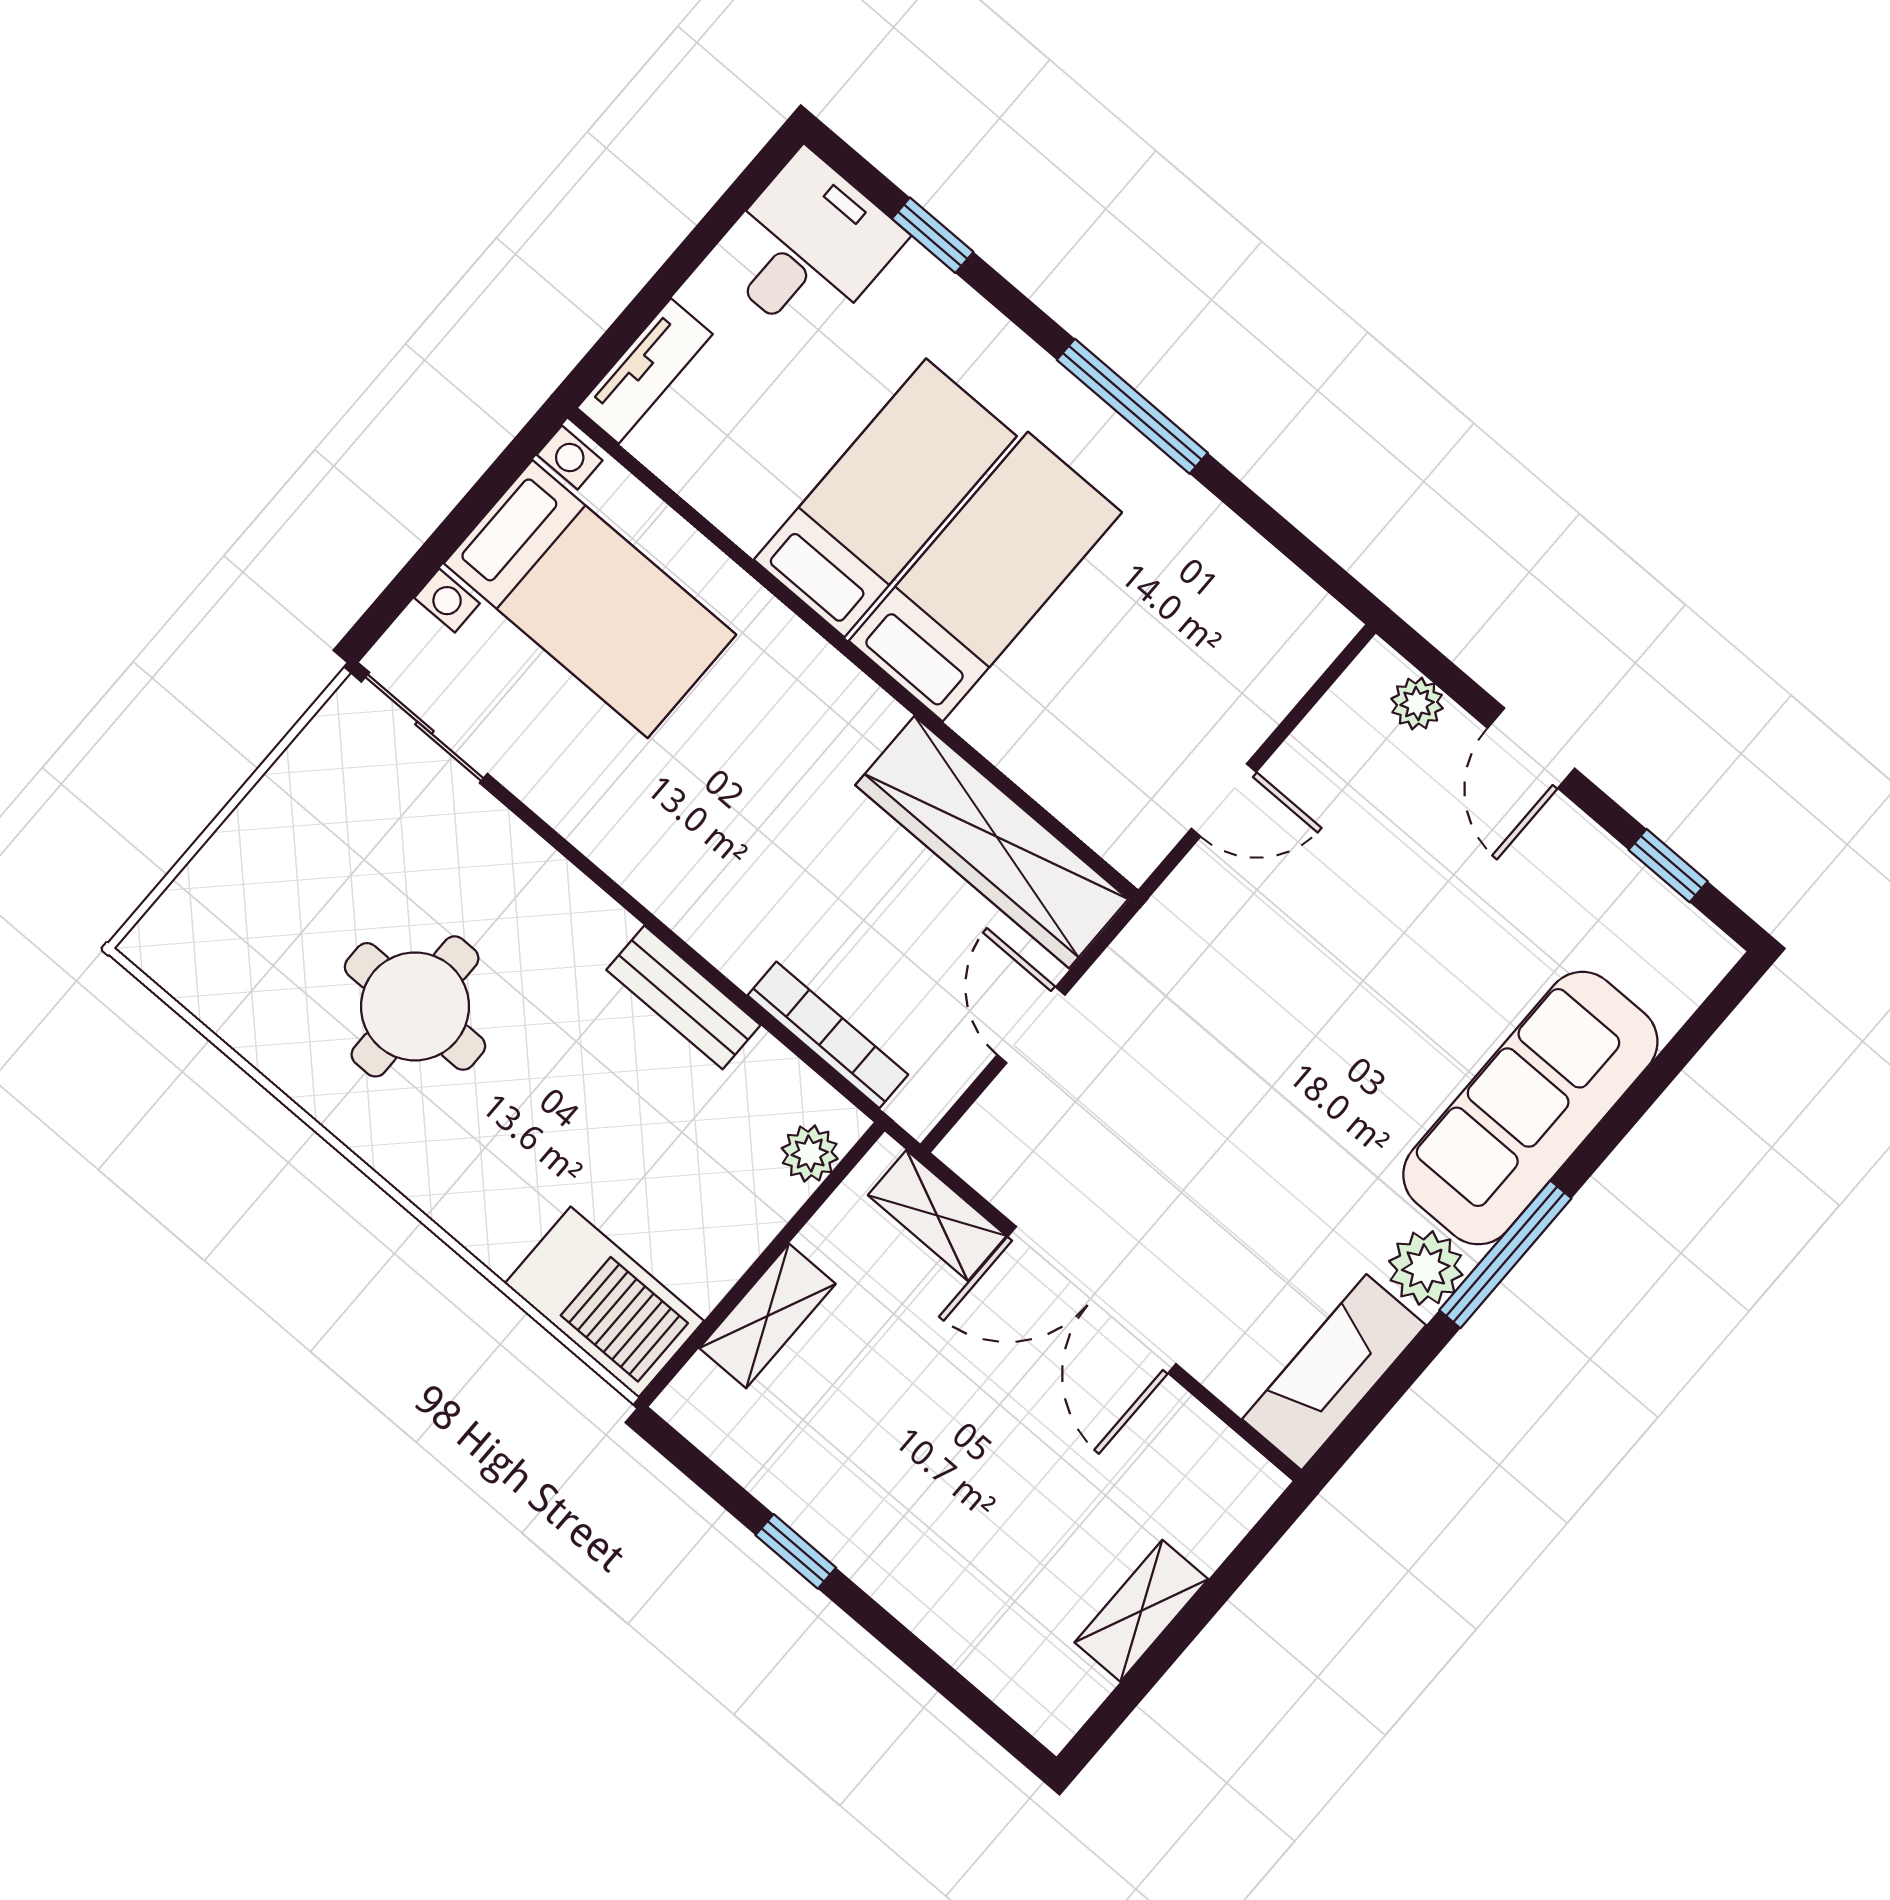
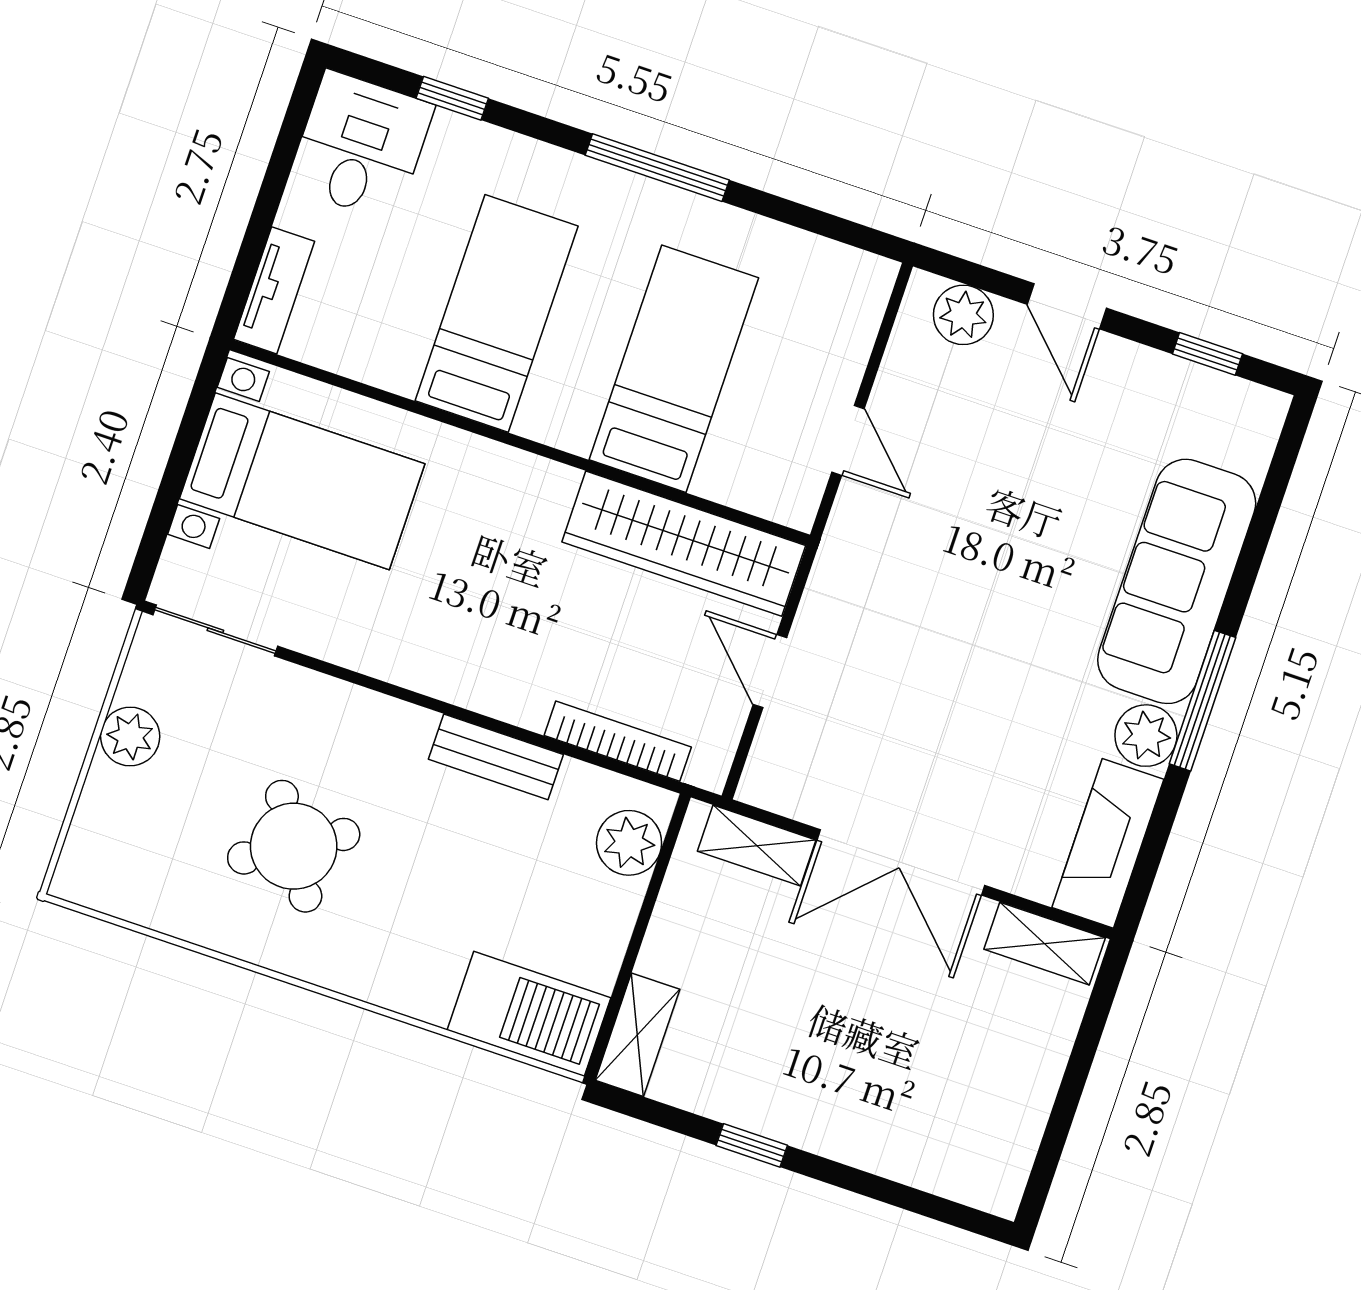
bed: (985, 577) -> (674, 369), moved
plant: (1417, 704) -> (963, 315), width x1.38, depth x1.38
door: (1224, 800) -> (848, 440), hinge flipped
plant: (280, 809) -> (130, 737), added
round table: (415, 1006) -> (294, 846), turned -32
plant: (810, 1153) -> (629, 843), width x1.38, depth x1.38
shelving: (767, 1316) -> (637, 1035), moved
shelving: (1141, 1611) -> (1045, 944), moved, turned 90

